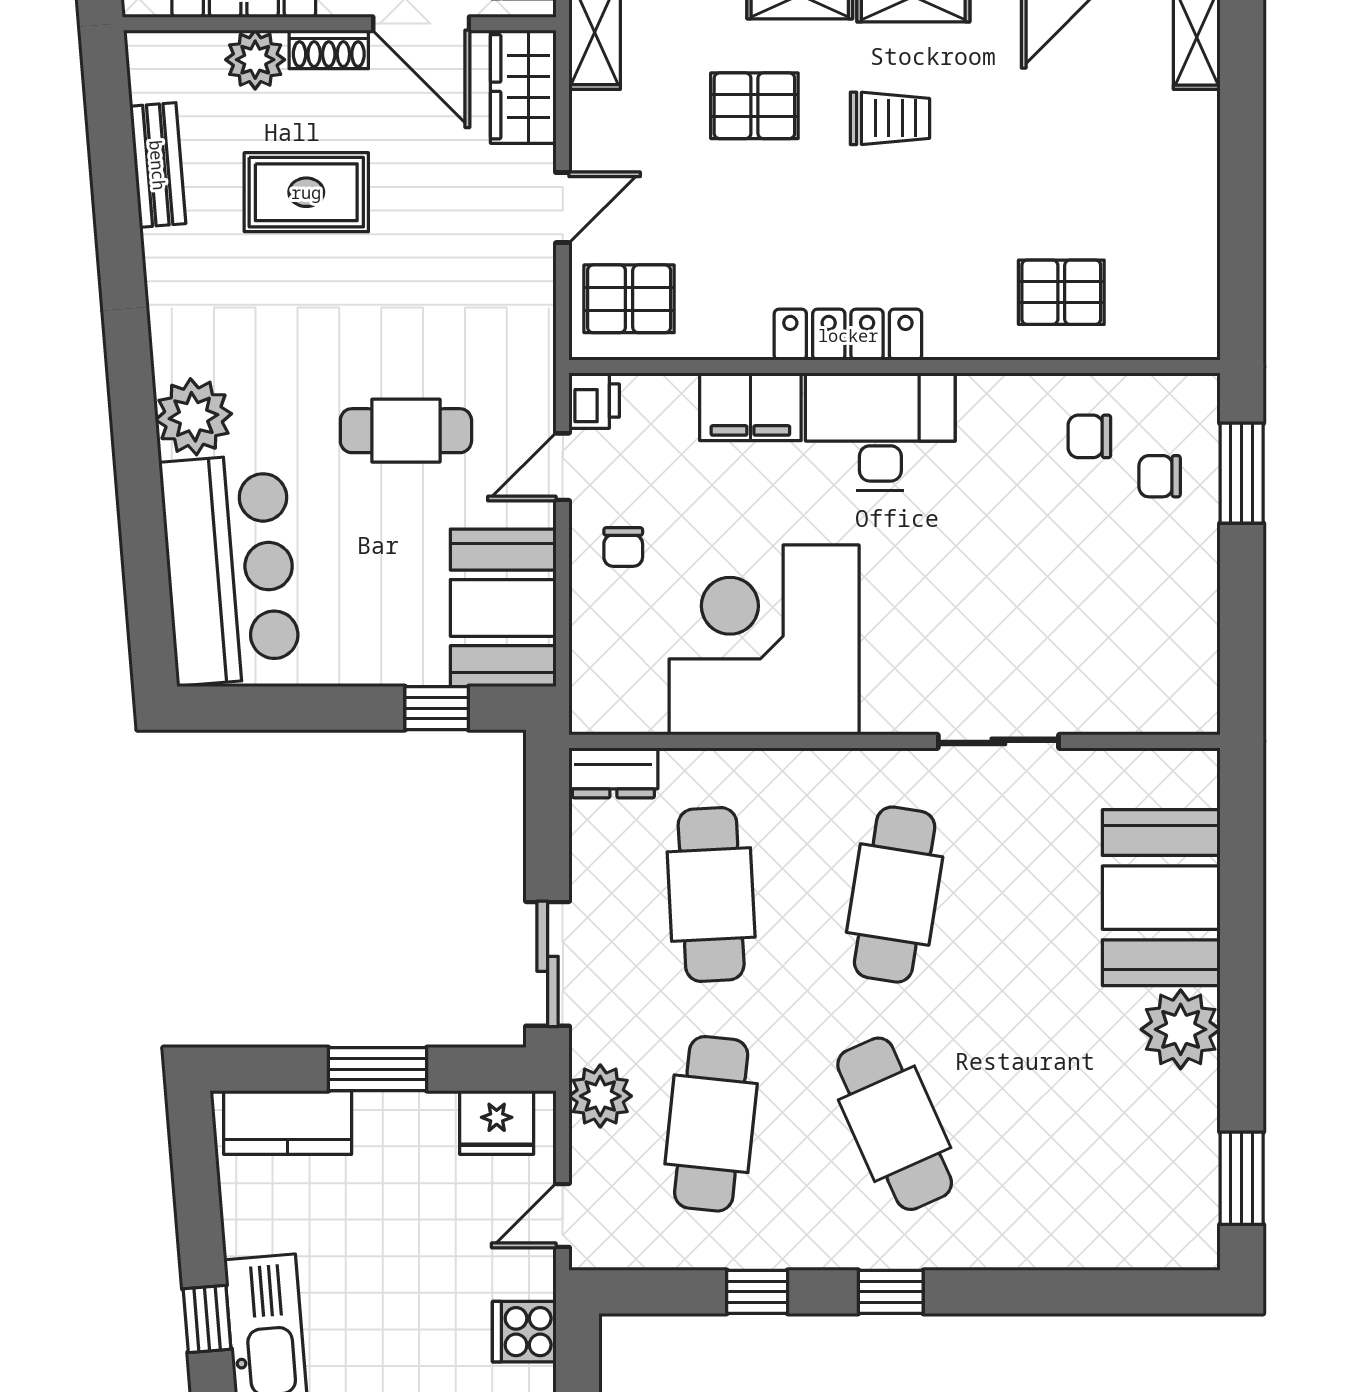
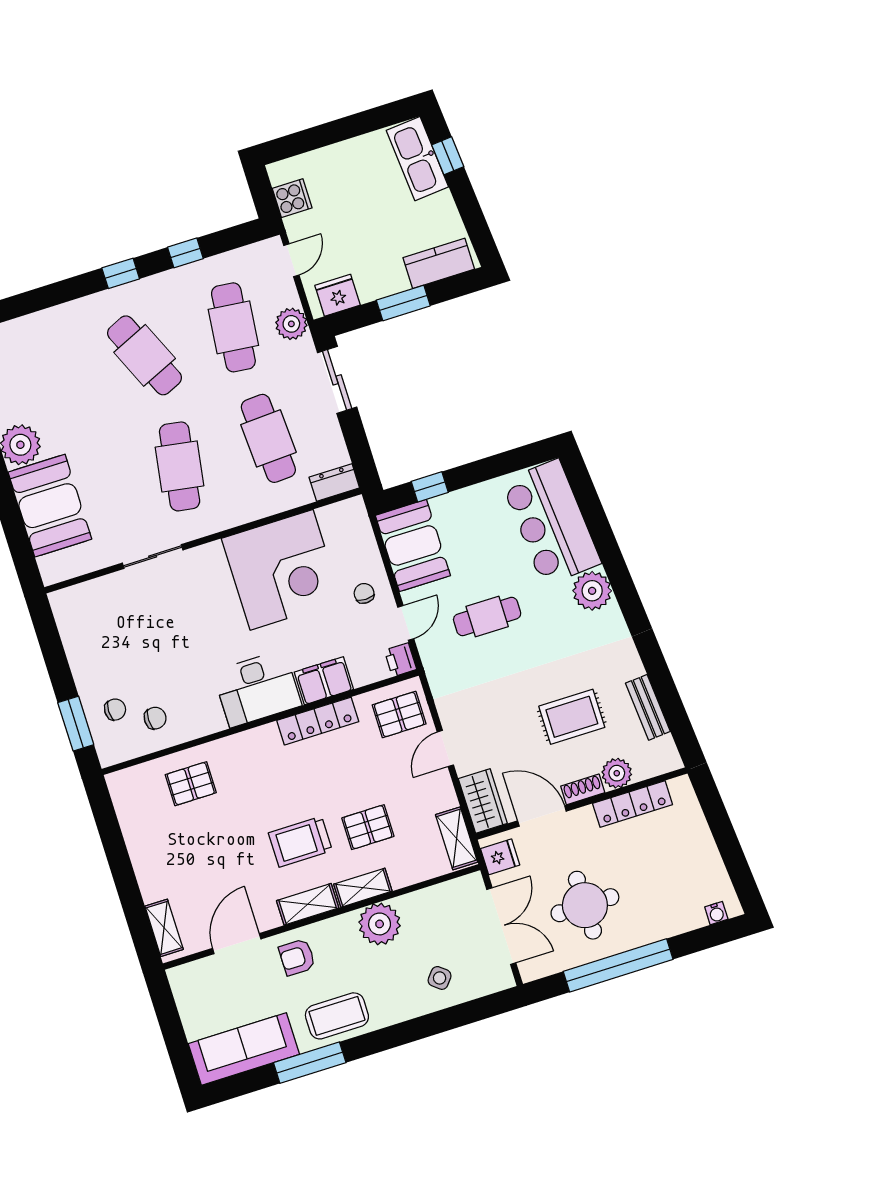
trolley: (890, 118) -> (300, 842), width x1.36, depth x1.39
locker: (848, 335) -> (318, 721), moved

